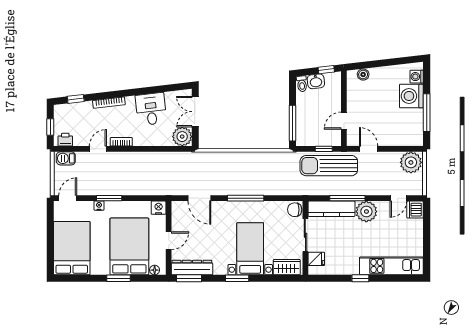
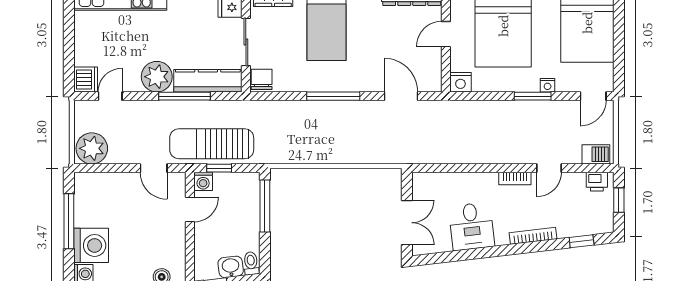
plant: (182, 137) -> (426, 186), removed
washing machine: (335, 140) -> (203, 181), added
sun lounger: (329, 166) -> (212, 144), turned 180
chair: (295, 210) -> (262, 79), turned -90

